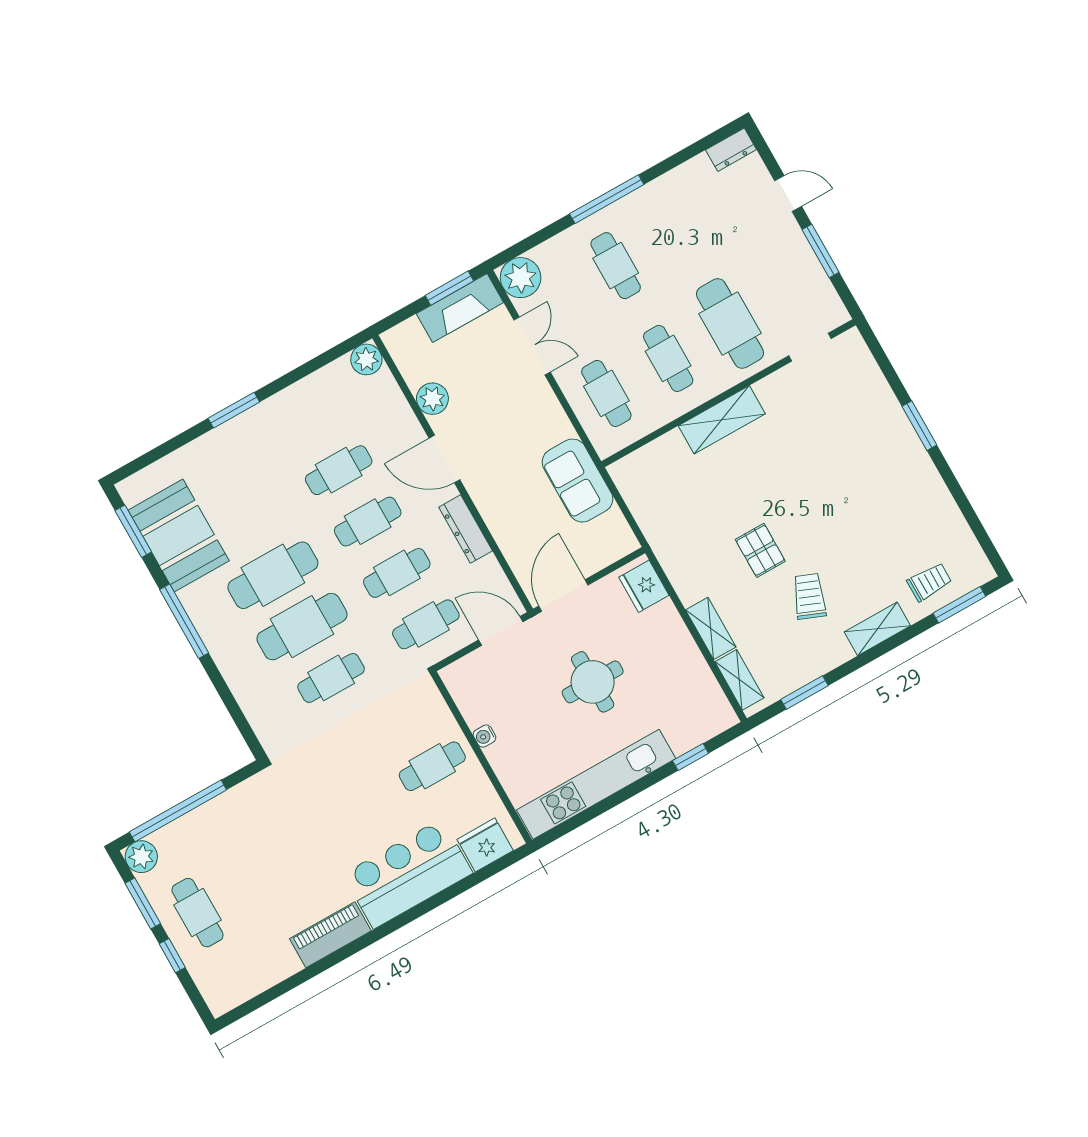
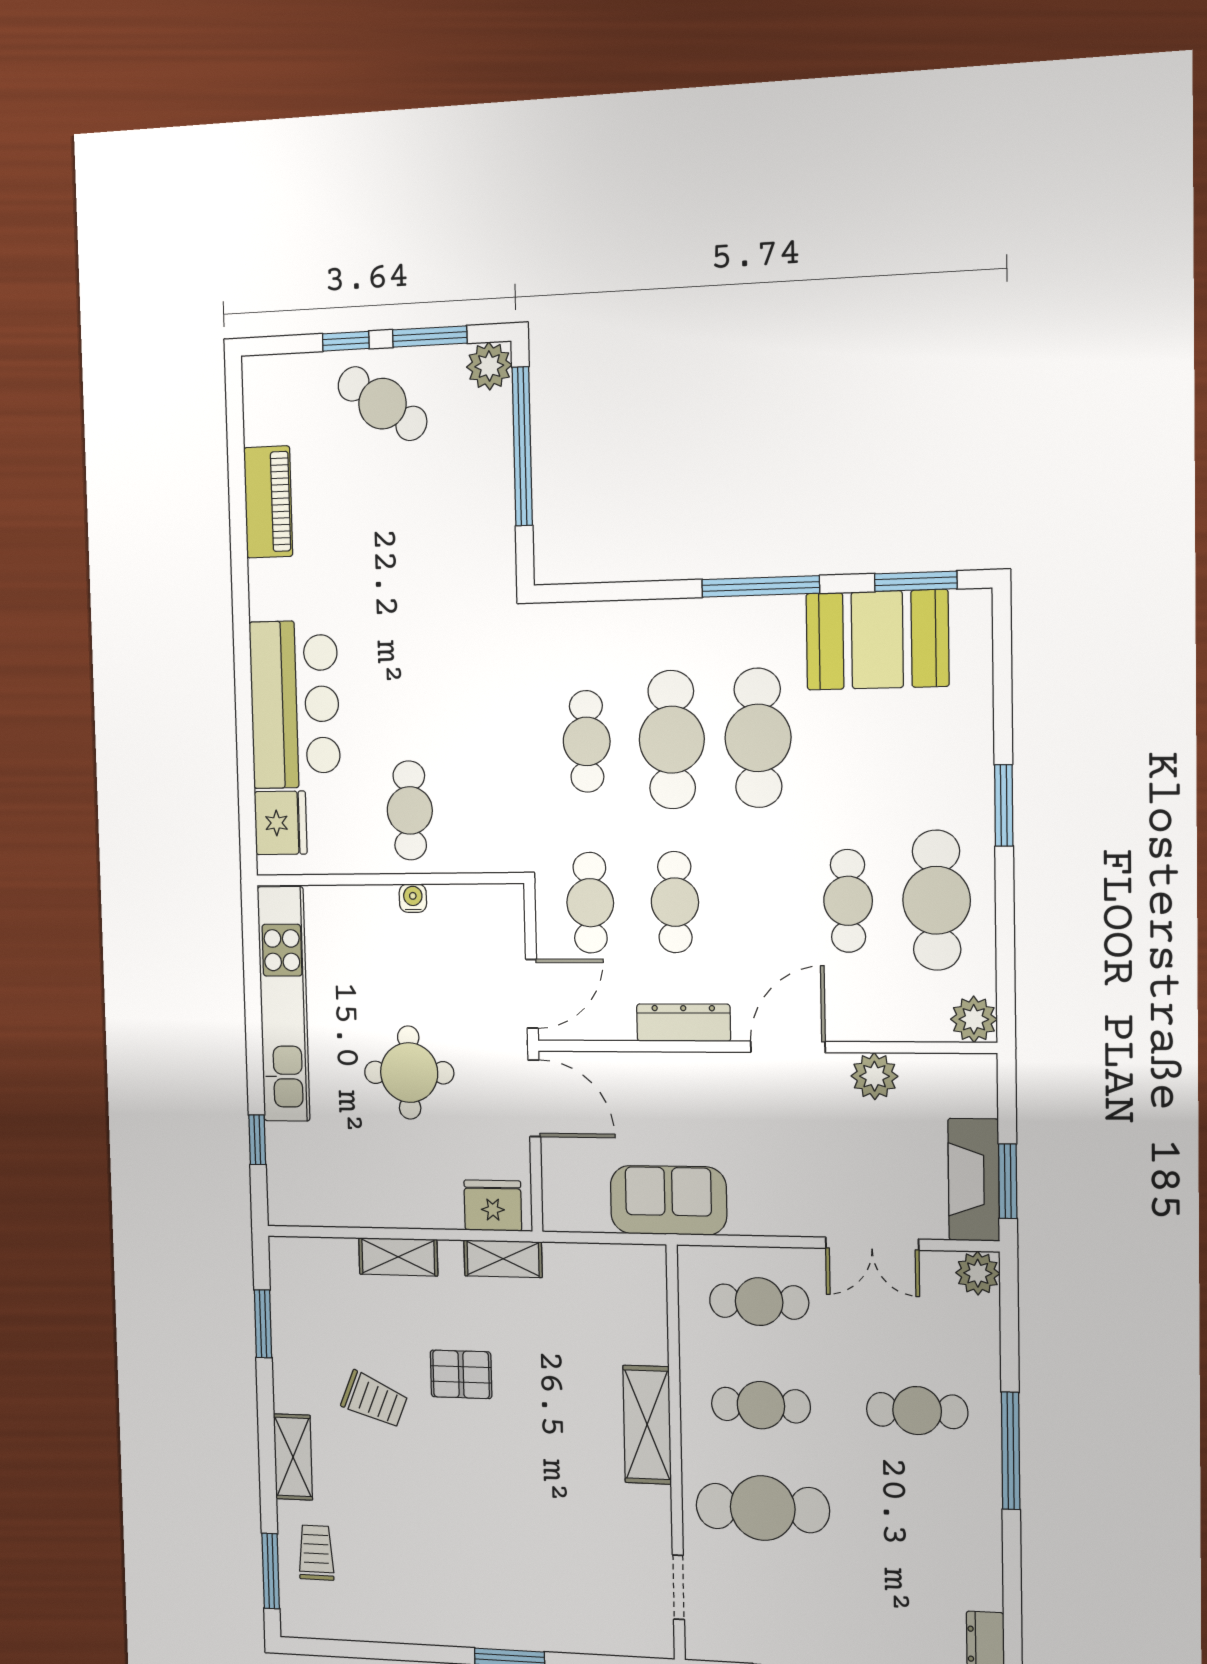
plant: (521, 278) -> (978, 1273), width x0.73, depth x0.73
cafe table: (368, 522) -> (937, 900), moved, width x1.37, depth x1.35
trolley: (929, 582) -> (316, 1553), turned 180
shelving: (739, 680) -> (503, 1259), moved
cafe table: (198, 913) -> (382, 404), turned 35
piano: (330, 935) -> (268, 502), moved

